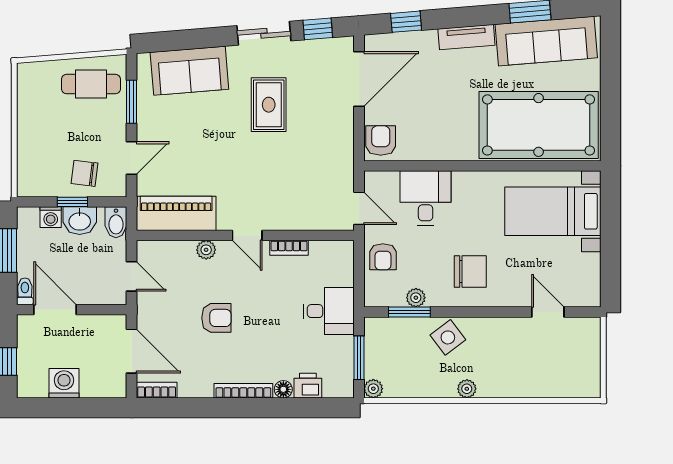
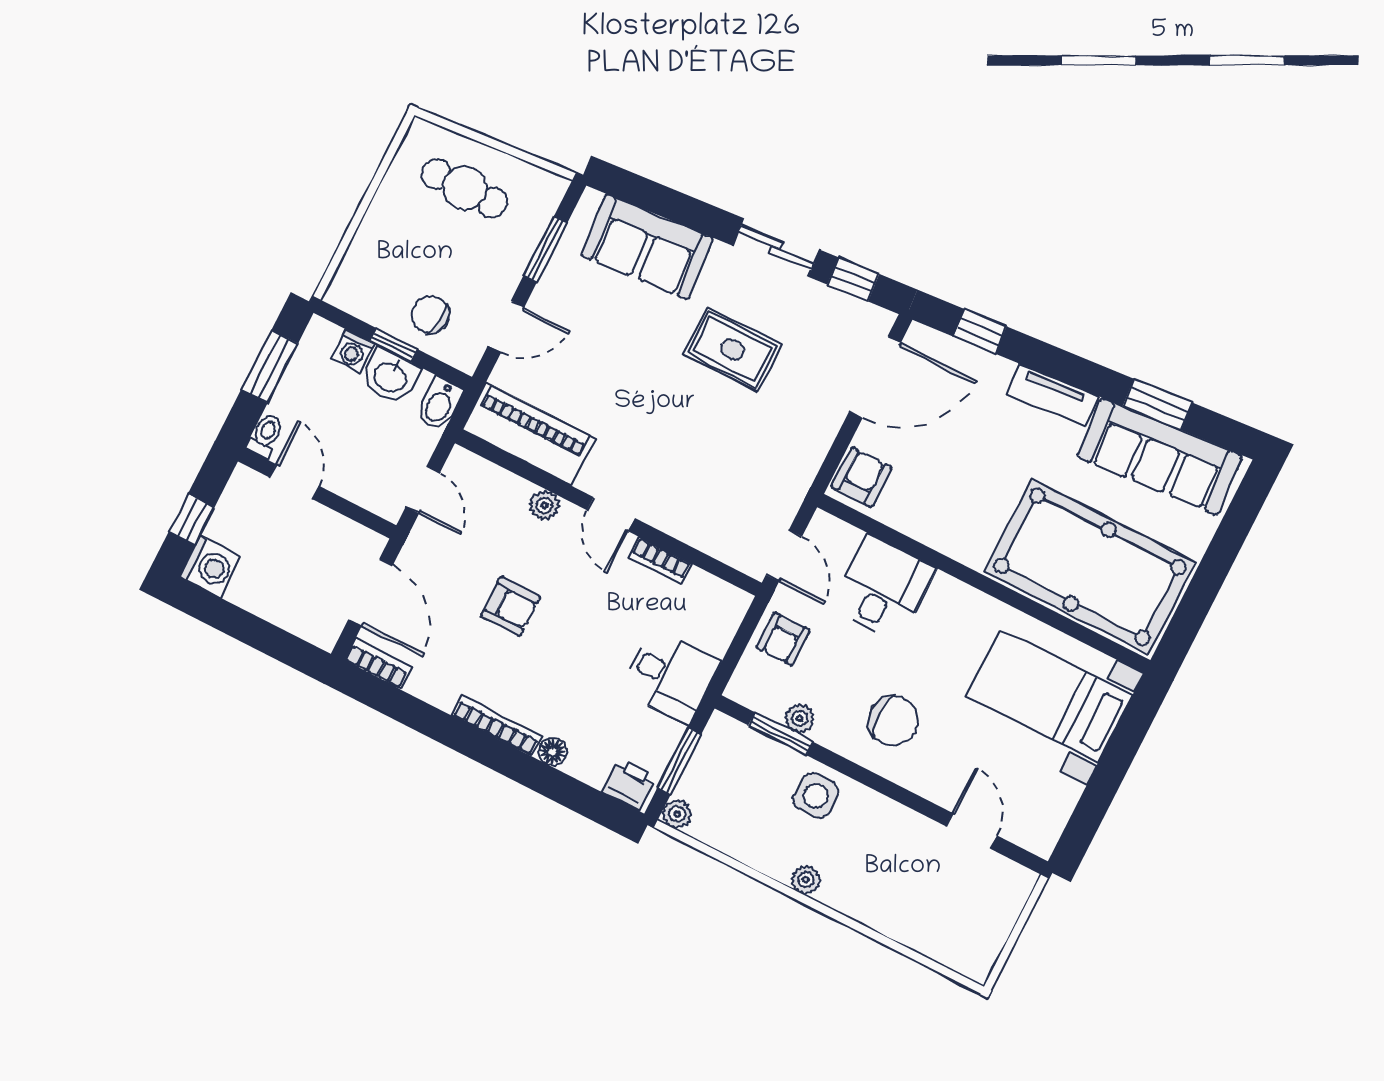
cafe table: (91, 84) -> (464, 188), moved
rug: (269, 105) -> (732, 349), turned 90
door: (55, 310) -> (294, 482), width x0.73
side table: (448, 337) -> (816, 796), turned 37
washing machine: (64, 383) -> (210, 567), moved, turned 90
printer: (308, 386) -> (629, 784), moved

